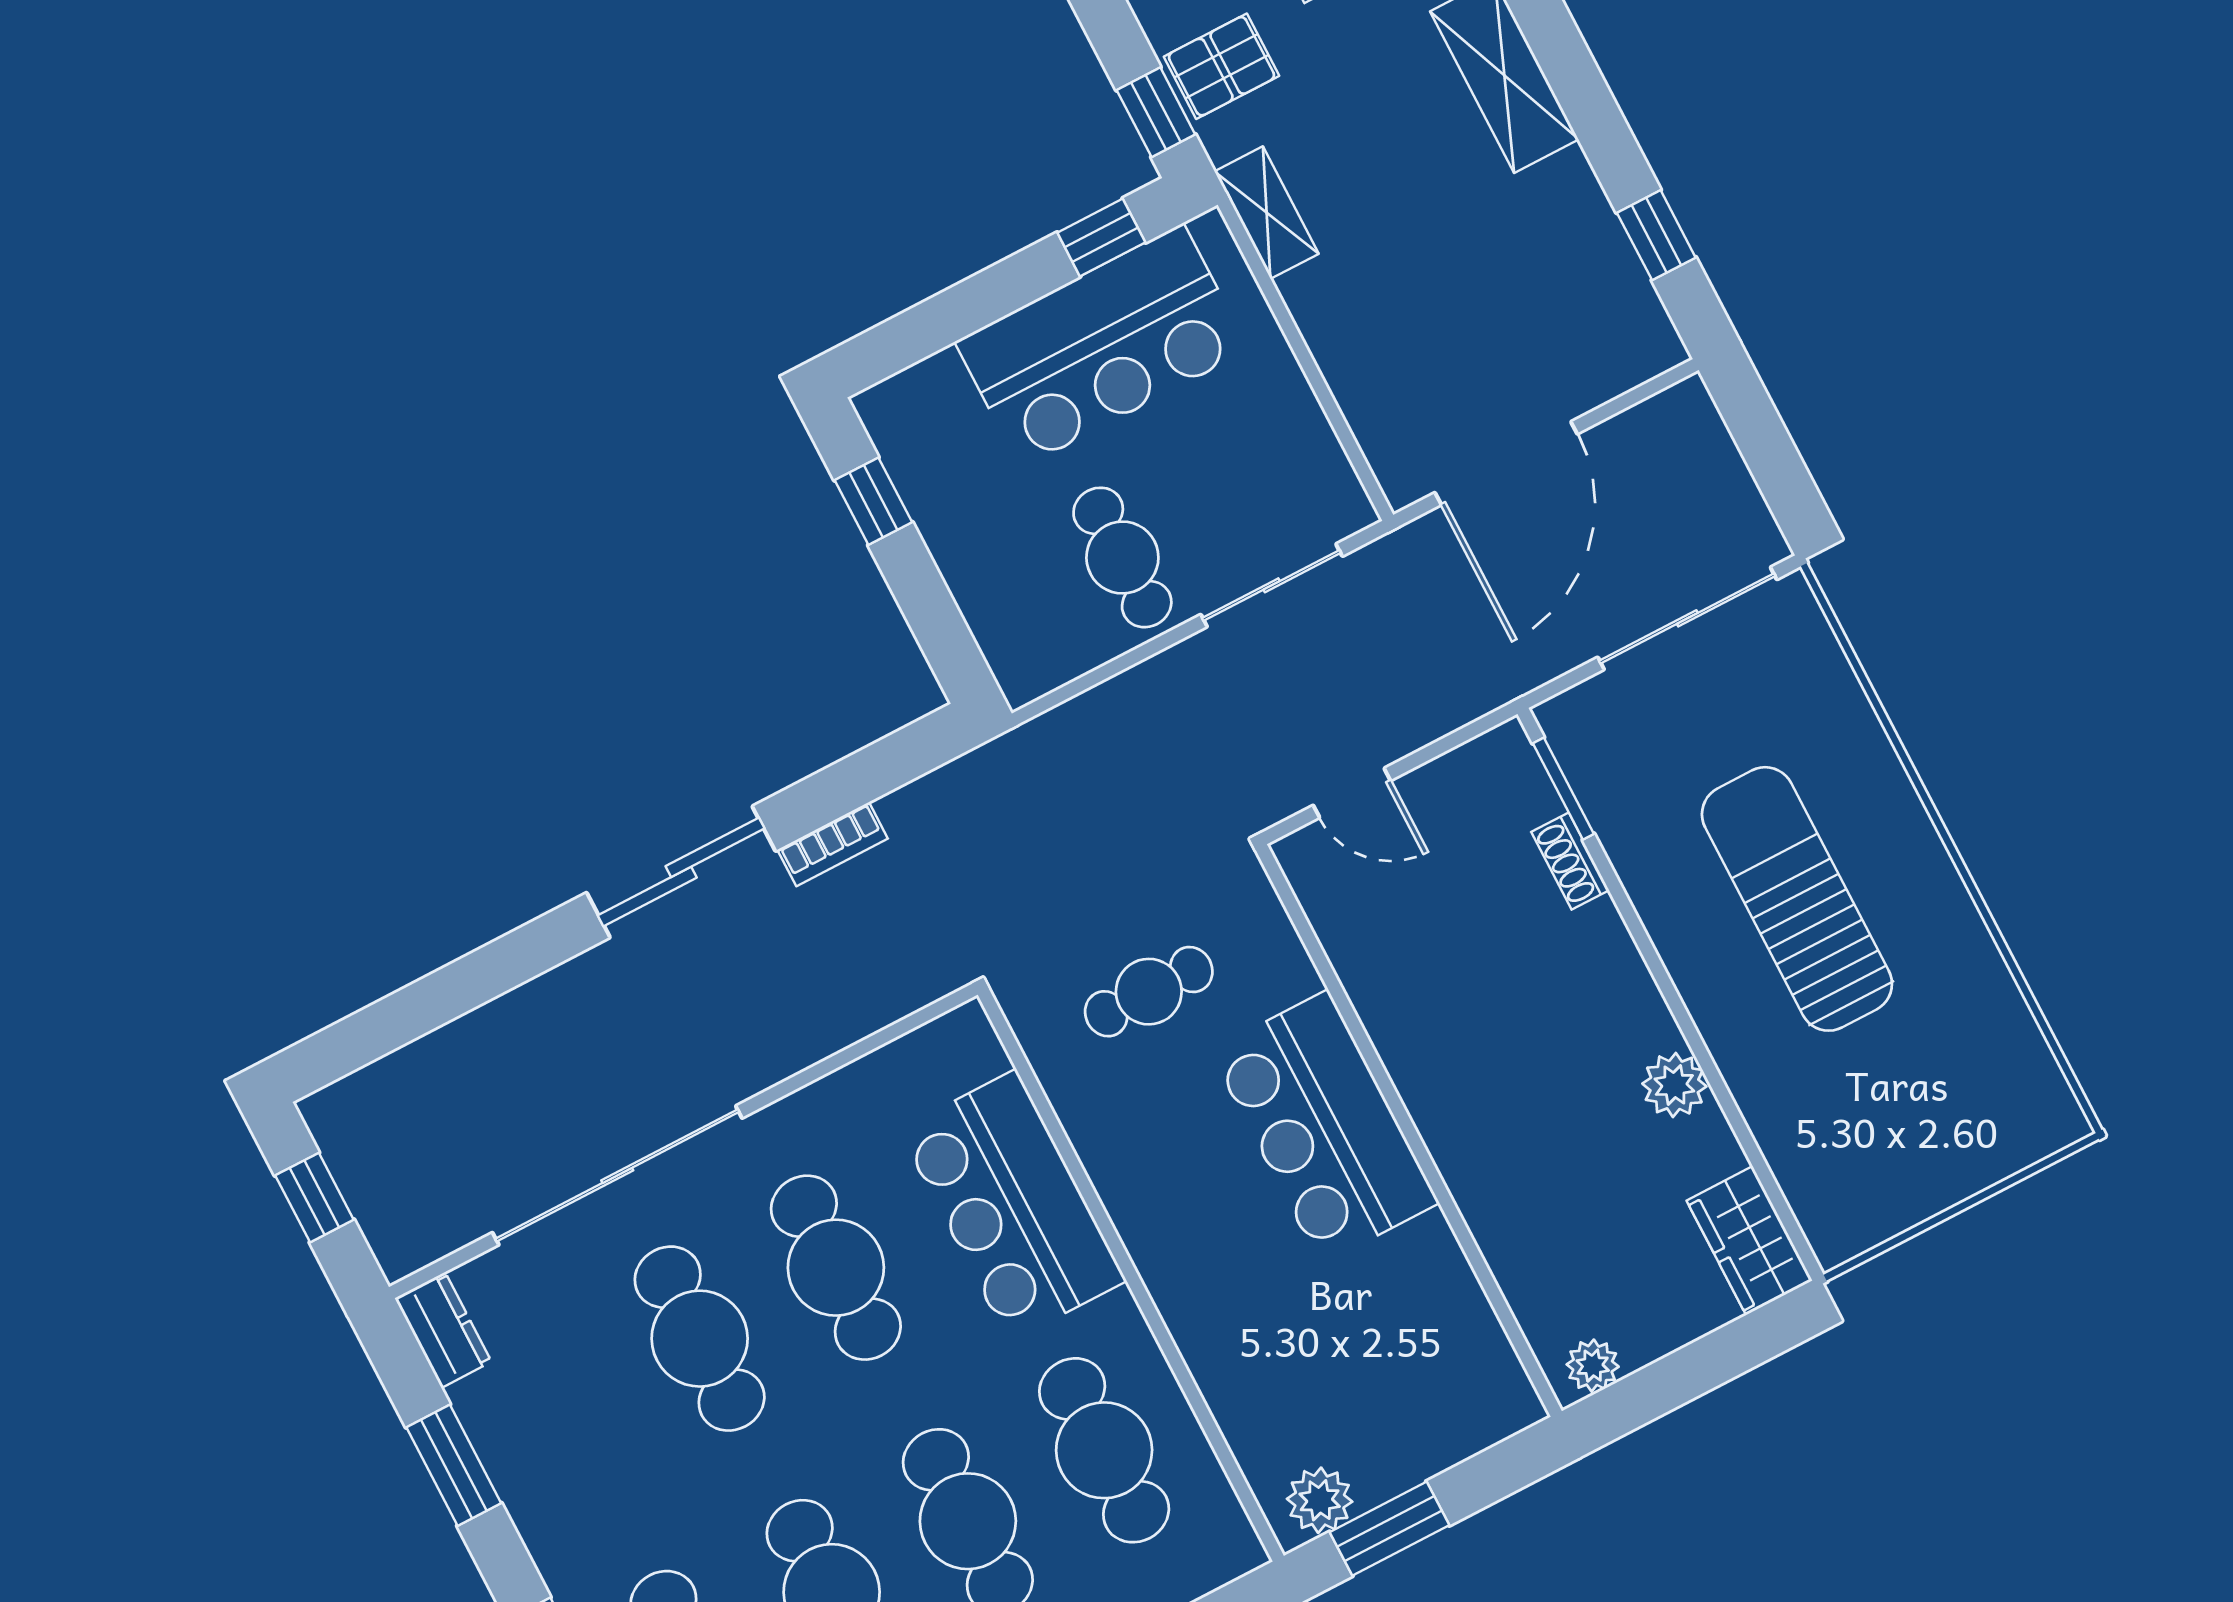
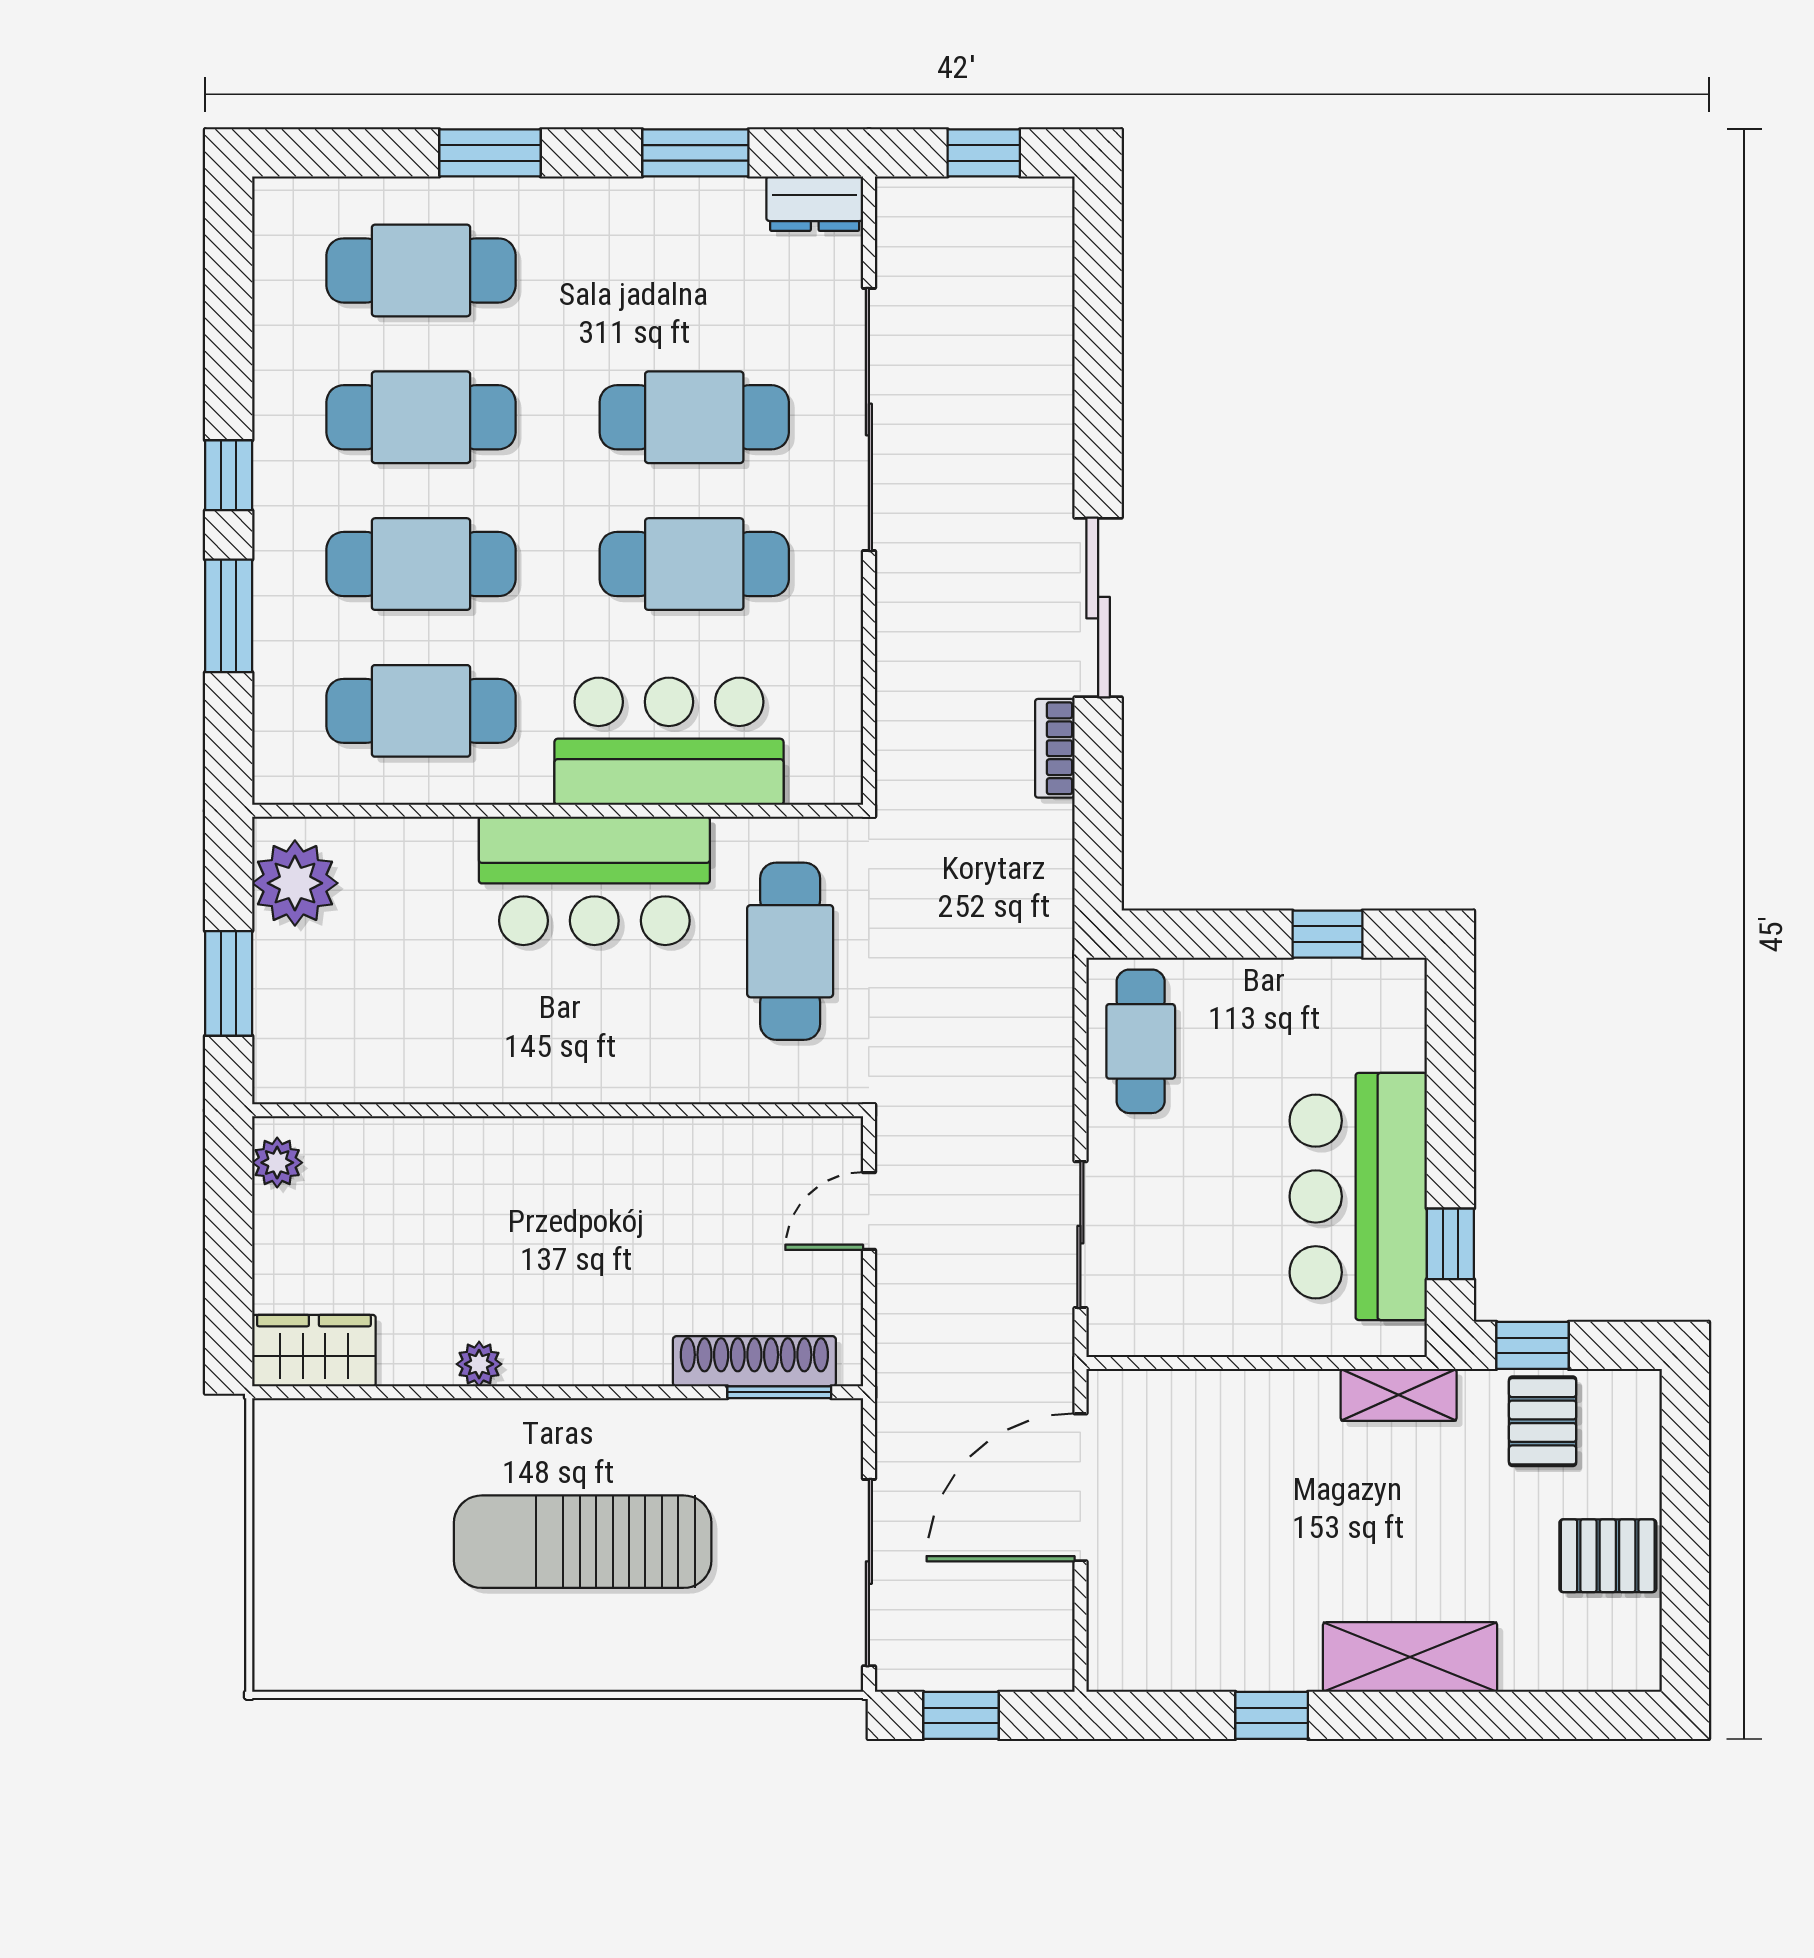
window: (1656, 235) -> (1272, 1715), moved
door: (1506, 463) -> (1080, 1487), hinge flipped
window: (1775, 464) -> (961, 1715), added
cafe table: (1122, 557) -> (1141, 1041), moved, turned 90
shoe rack: (1570, 861) -> (754, 1361), width x1.94, depth x1.24
sun lounger: (1797, 899) -> (583, 1542), turned 180
cafe table: (1149, 992) -> (790, 951), width x1.37, depth x1.35
plant: (1674, 1085) -> (479, 1364), width x0.73, depth x0.73
bar counter: (1324, 1127) -> (594, 881), moved, turned 180
plant: (1320, 1500) -> (295, 883), width x1.36, depth x1.36
window: (1389, 1529) -> (229, 983), moved

